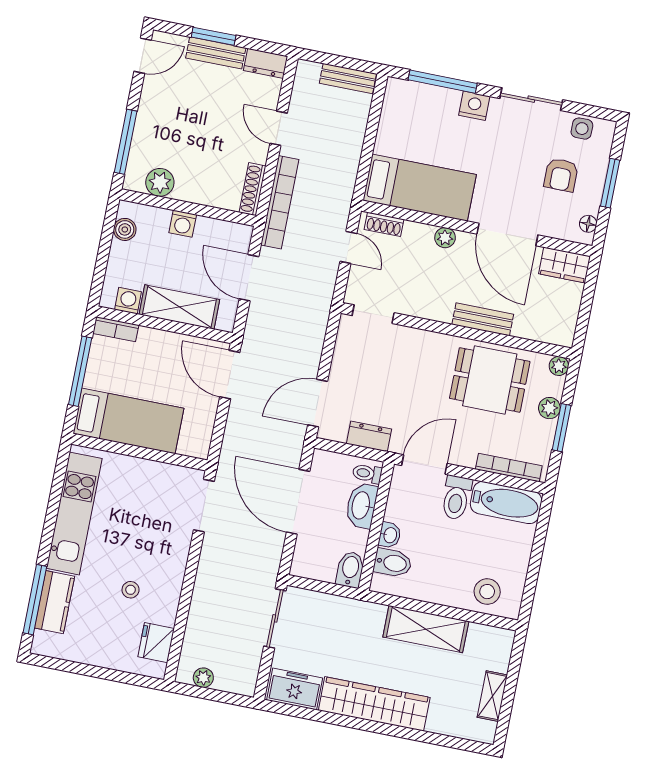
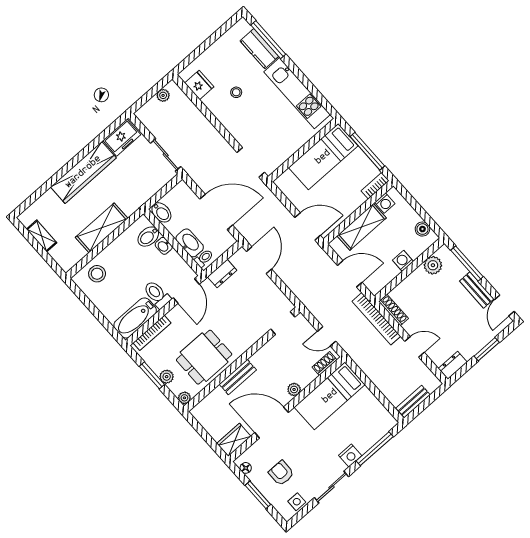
bench: (216, 53) -> (477, 290), moved, turned 90

